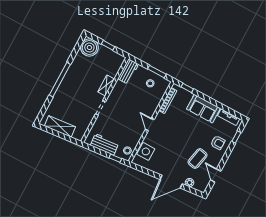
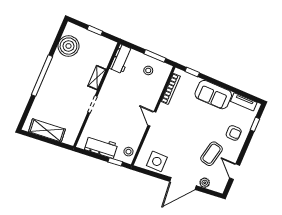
boiler: (89, 47) -> (68, 46), moved
side table: (146, 151) -> (157, 161), moved

